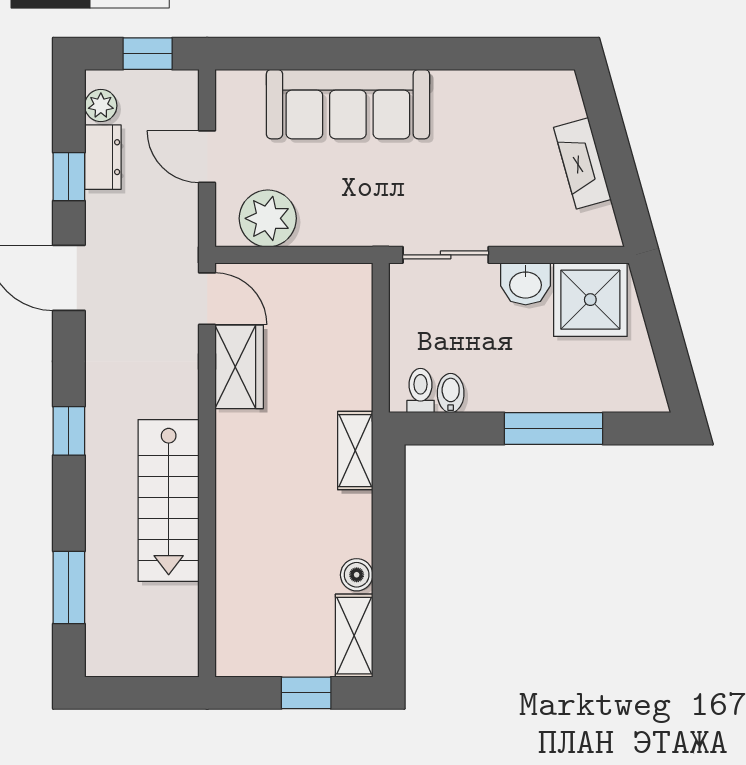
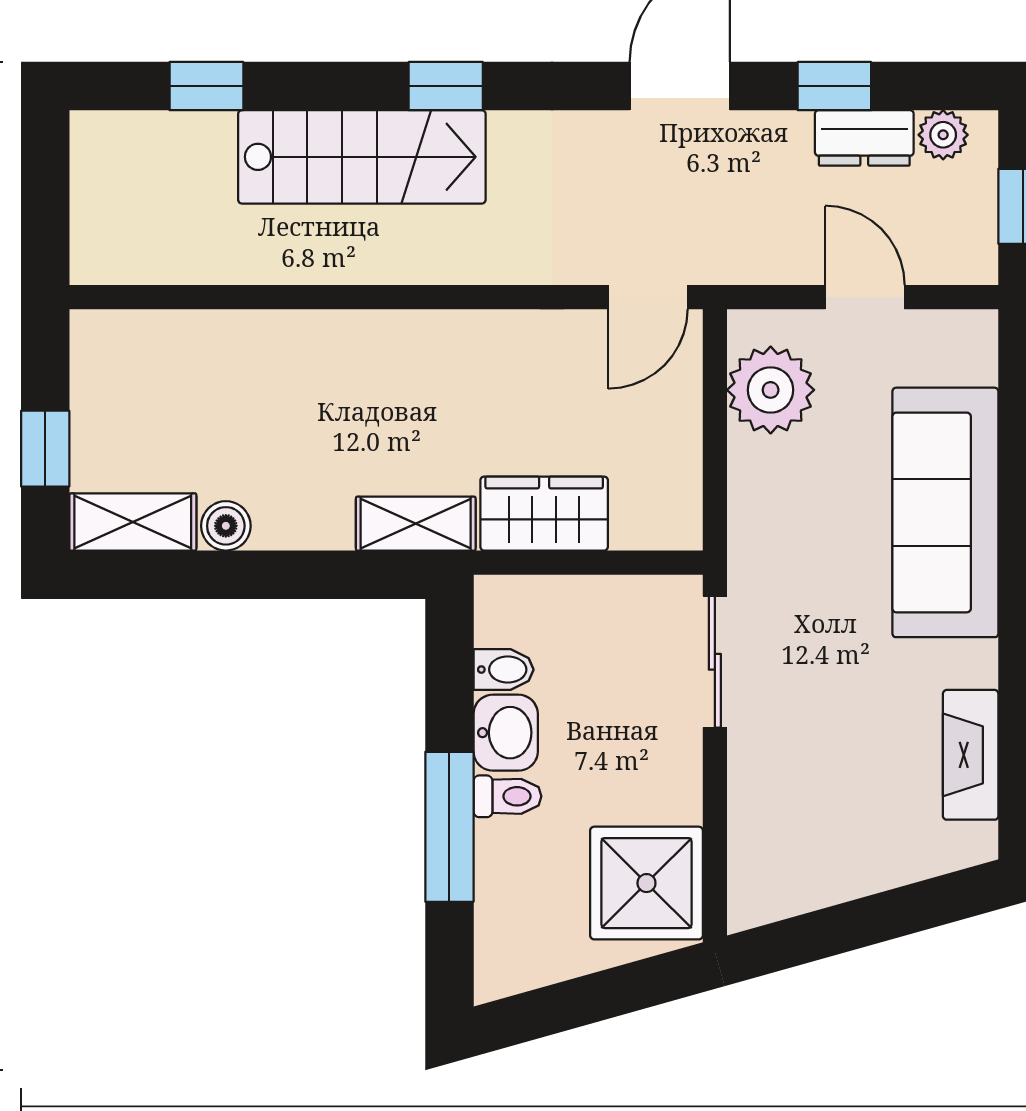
door: (207, 157) -> (865, 297), hinge flipped
fireplace: (582, 163) -> (971, 755), moved, turned -74
washbasin: (526, 284) -> (506, 733), moved, turned 180
wardrobe: (239, 367) -> (544, 514), moved, turned 180
toilet: (421, 391) -> (507, 796), moved
stairs: (169, 500) -> (362, 157), moved, turned 180
window: (69, 587) -> (206, 86), width x0.67

